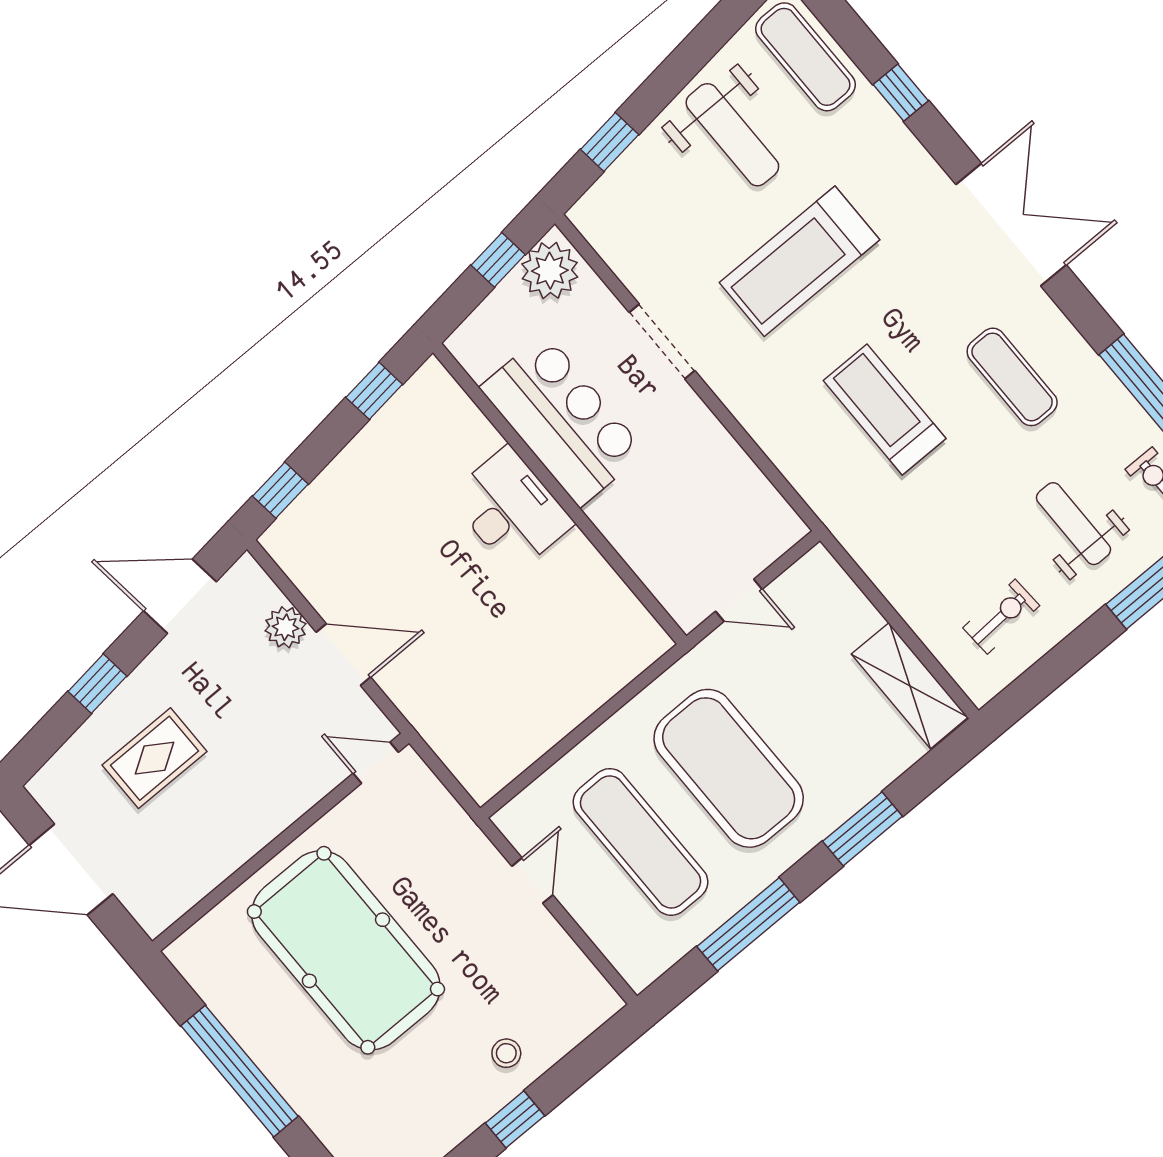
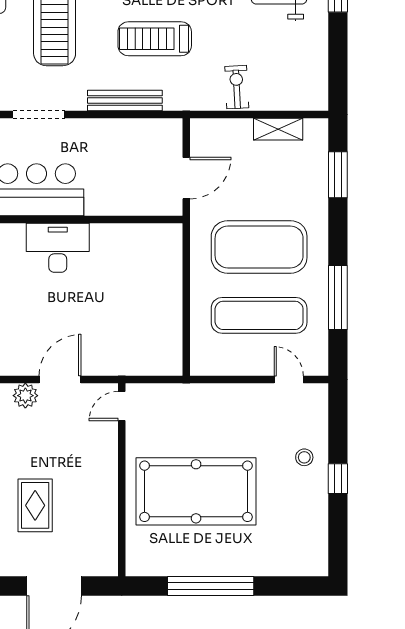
bench: (773, 438) -> (125, 100), added
door: (739, 600) -> (186, 178), width x1.38
exercise bike: (1001, 617) -> (237, 87), moved
shelving: (910, 686) -> (278, 129), width x0.67, depth x0.75
window: (863, 829) -> (338, 175), moved
door: (532, 881) -> (289, 380), moved

